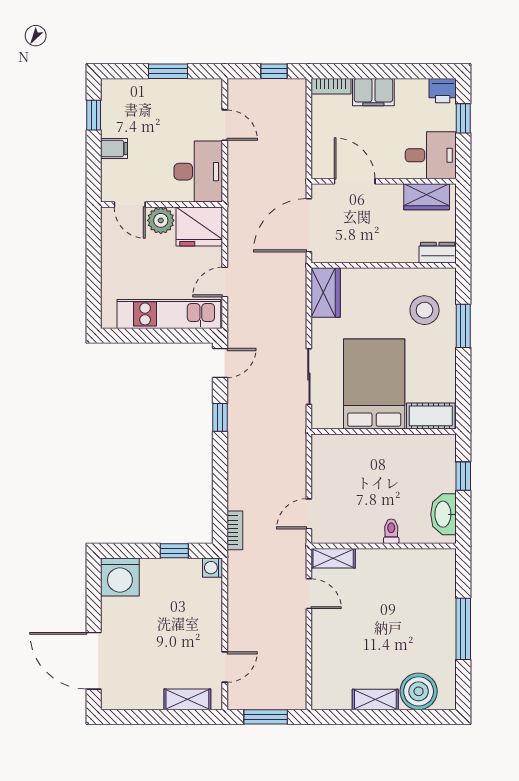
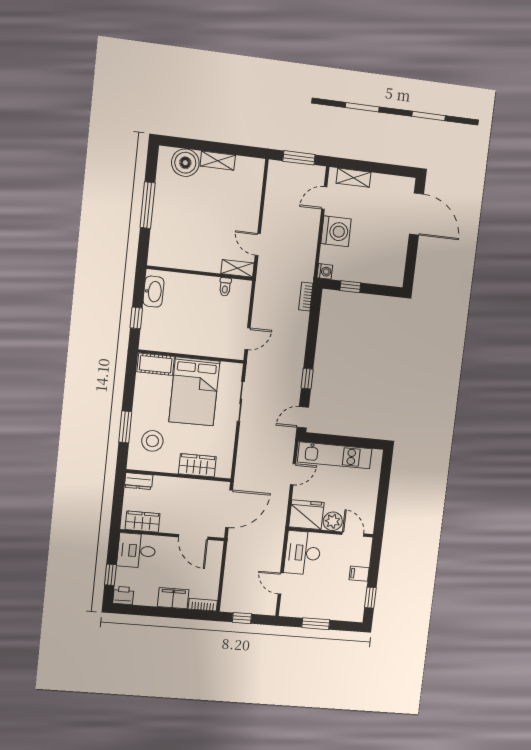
wardrobe: (326, 293) -> (197, 465), moved, turned 90
door: (309, 514) -> (248, 339), moved
toilet: (391, 531) -> (225, 287), moved
washing machine: (120, 577) -> (336, 231), moved, turned 90

